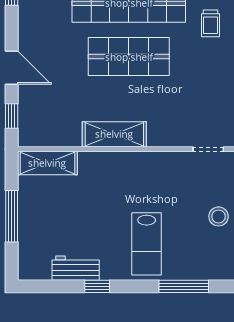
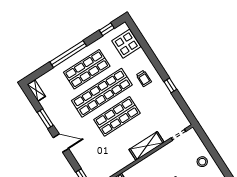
door: (12, 68) -> (61, 143), moved
shelving: (114, 134) -> (147, 146), moved

